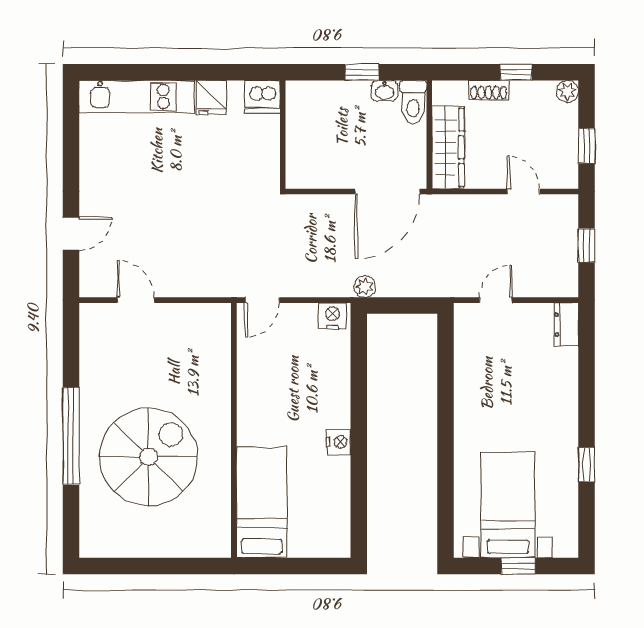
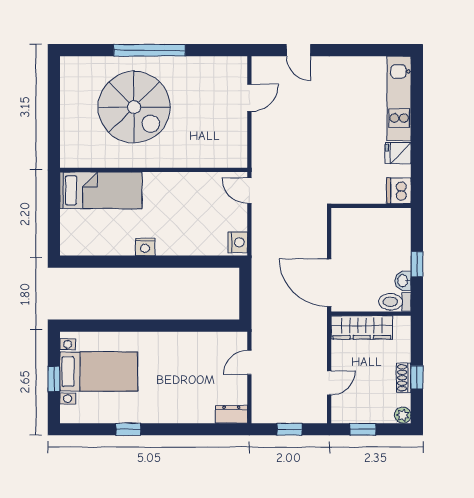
shoe rack: (489, 90) -> (404, 378), moved
plant: (365, 287) -> (259, 266), removed
door: (496, 300) -> (249, 362), swing flipped

